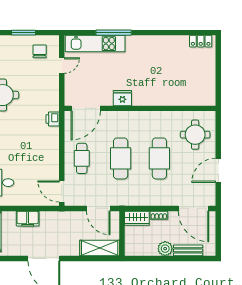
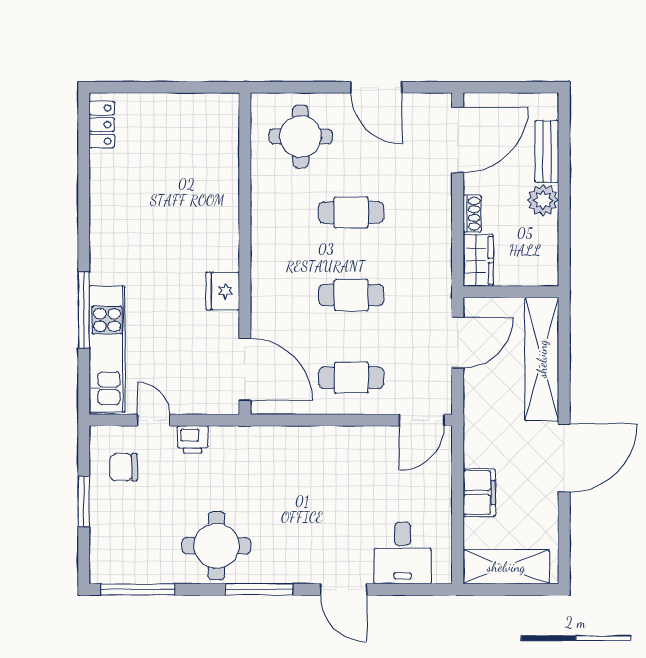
printer: (53, 119) -> (193, 439), moved
cafe table: (121, 158) -> (351, 295), width x0.73, depth x0.74
cafe table: (159, 158) -> (351, 212), width x0.73, depth x0.74
shelving: (100, 248) -> (542, 359), width x1.47

